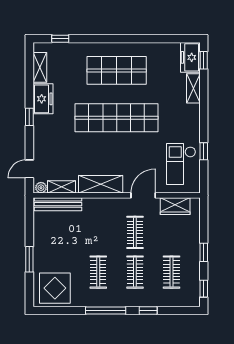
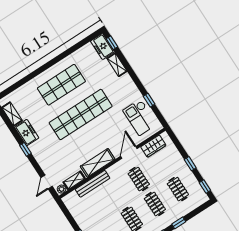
window: (60, 39) -> (13, 88), removed
bench: (58, 204) -> (93, 184), moved

